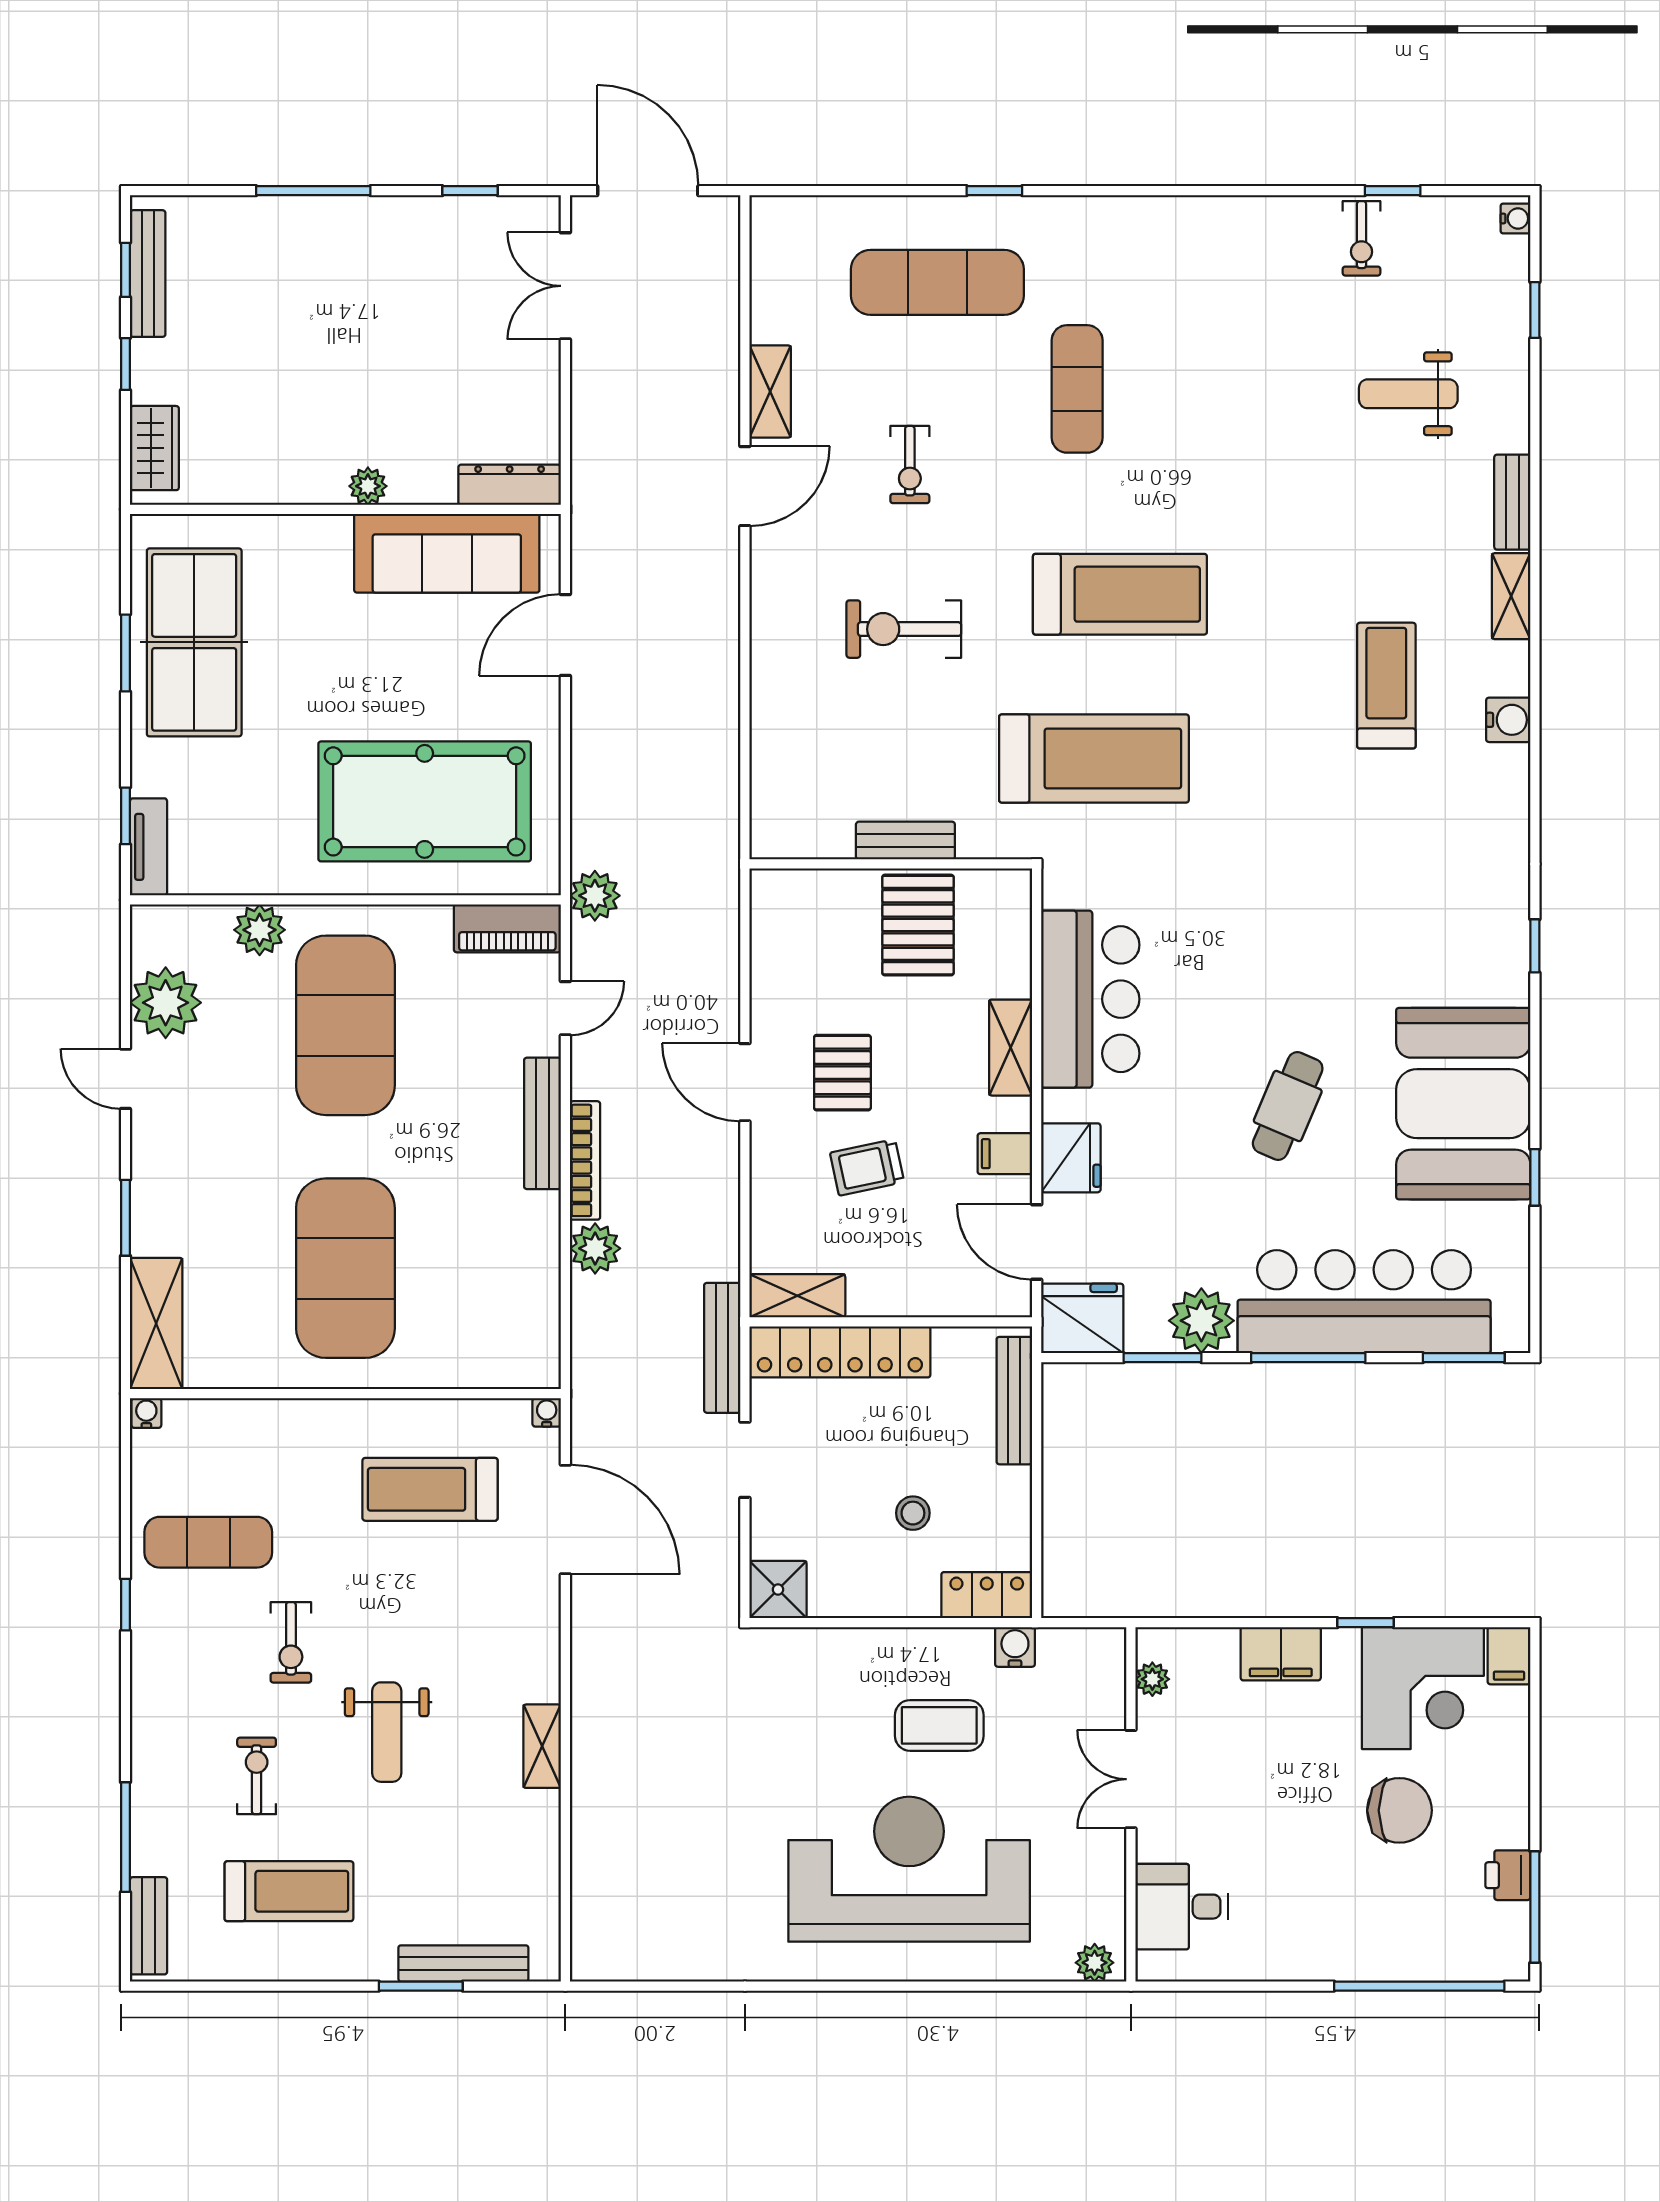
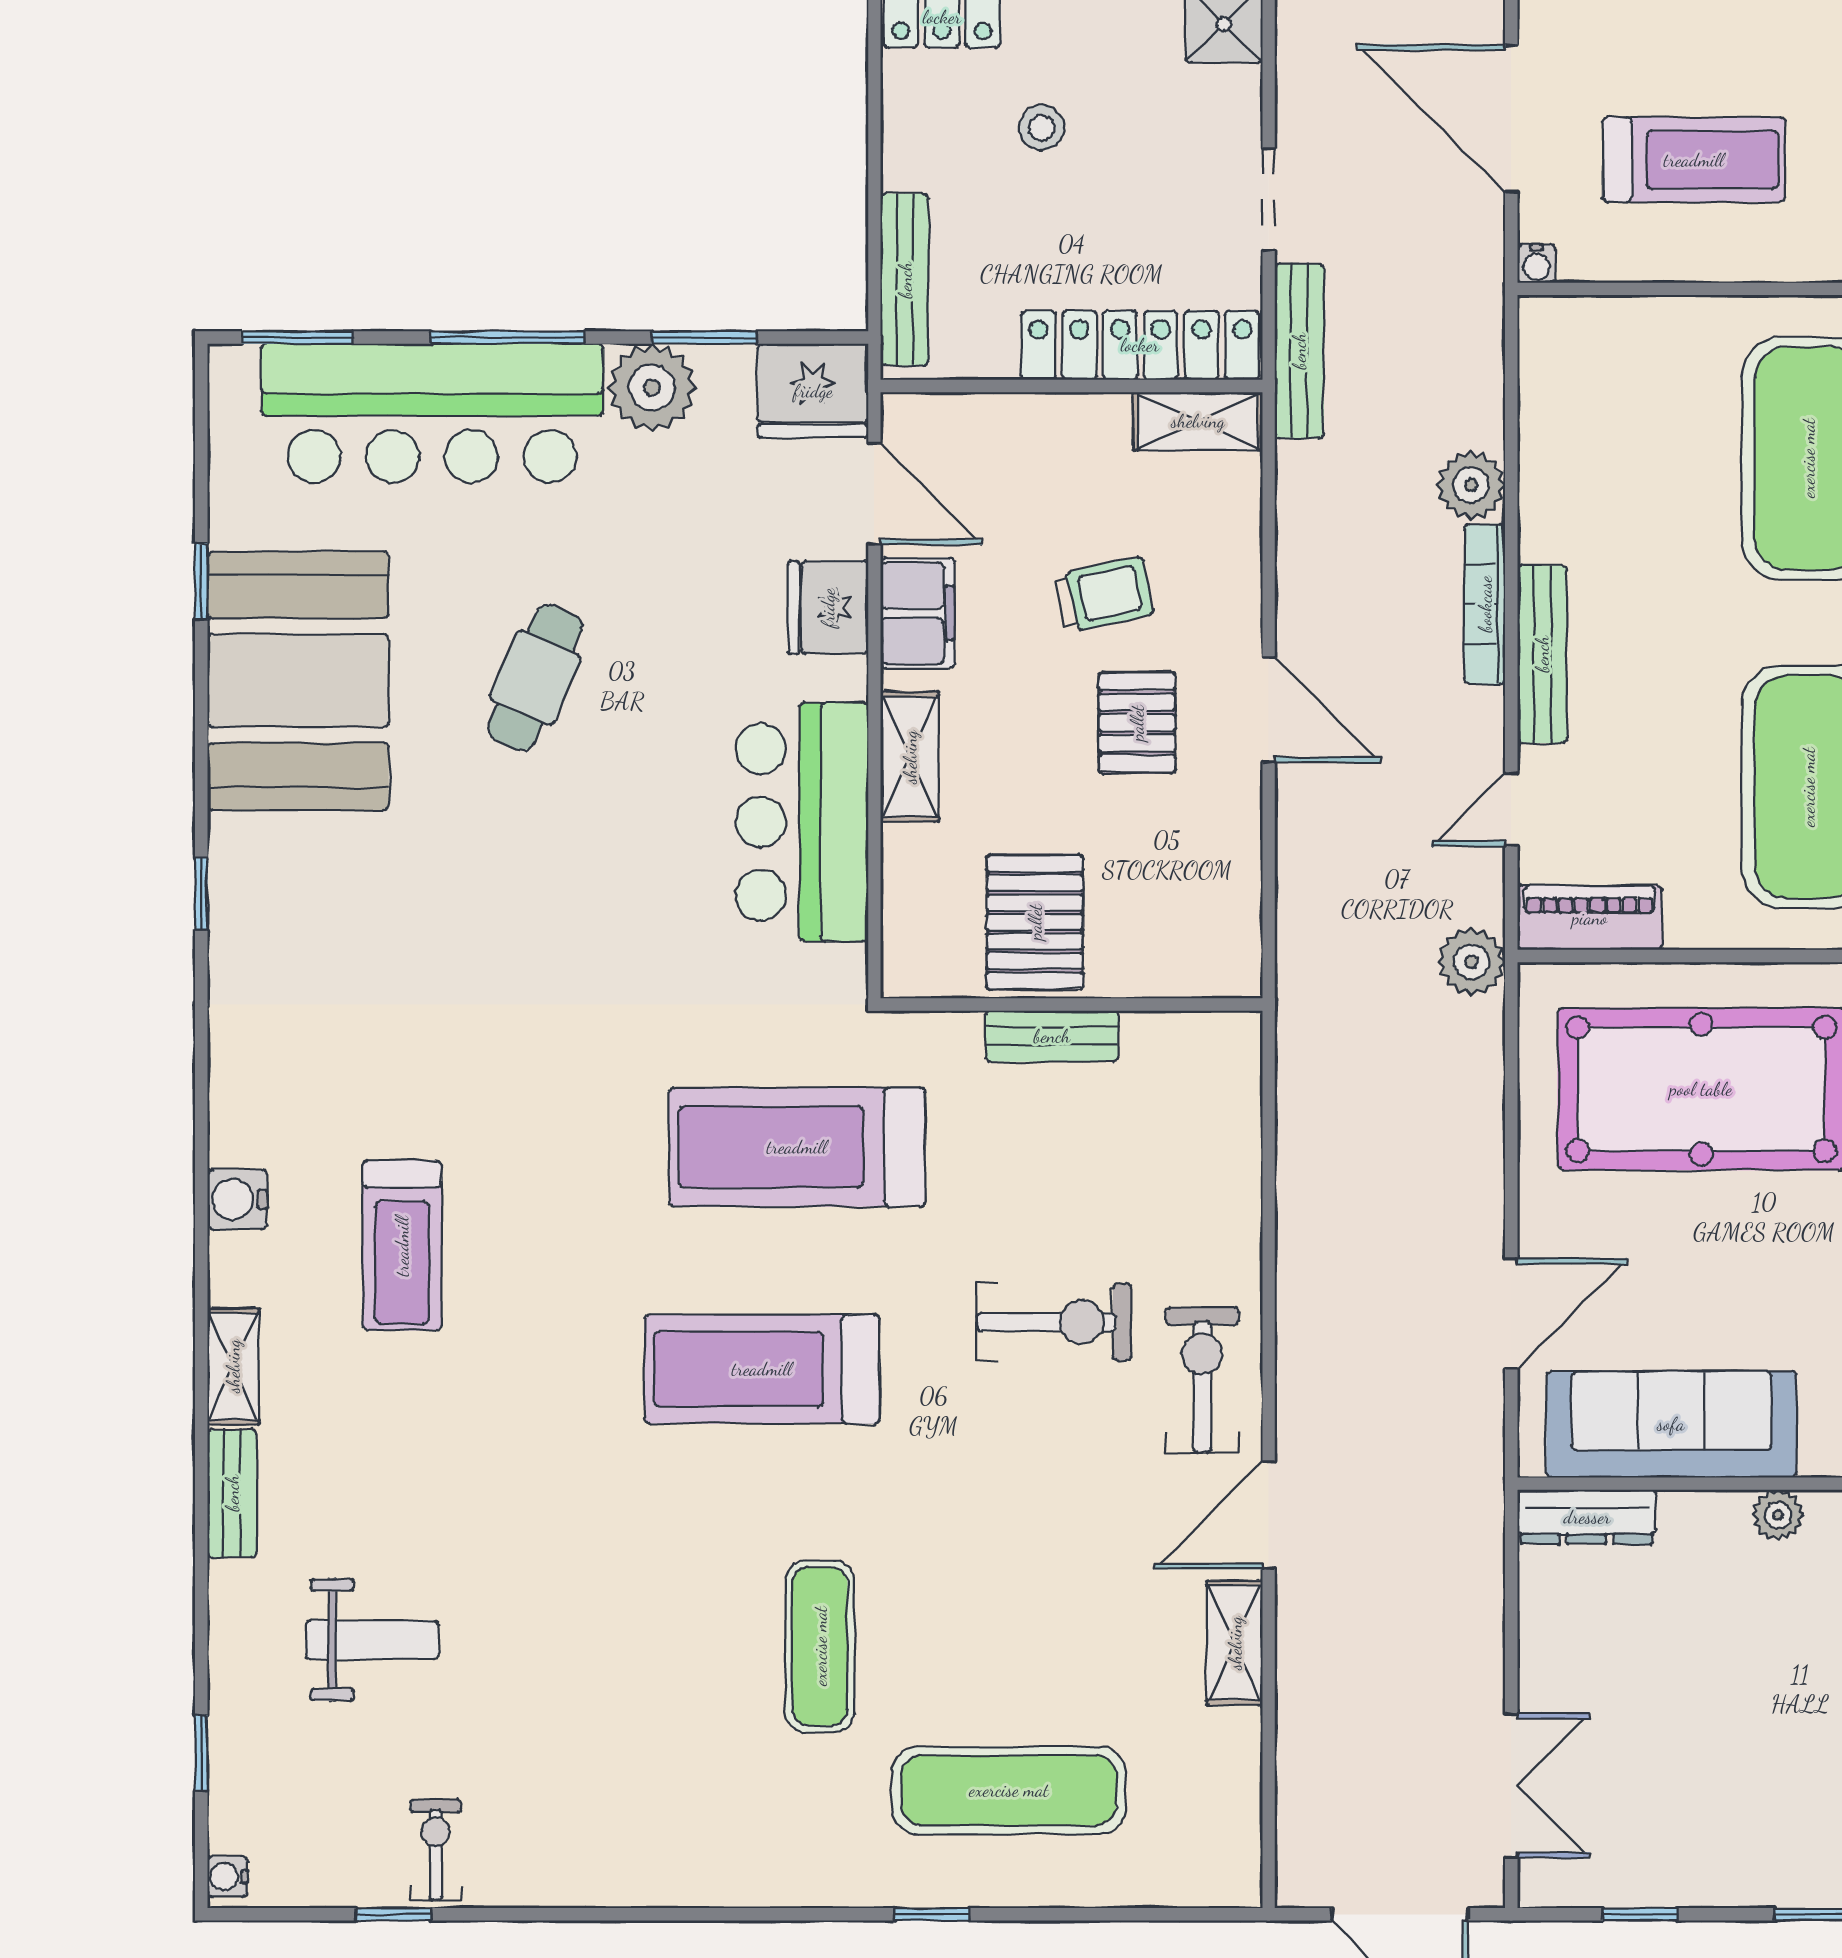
exercise bike: (910, 465) -> (1202, 1380), moved, width x1.38, depth x1.39
filing cabinet: (1005, 1154) -> (917, 613), width x2.00

